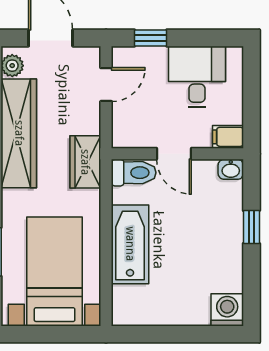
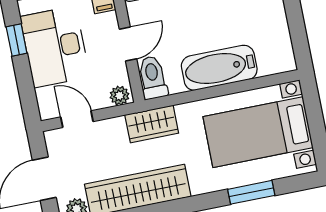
window: (151, 38) -> (17, 40), moved
desk: (197, 77) -> (55, 47), width x1.37
plant: (122, 134) -> (119, 96), added

